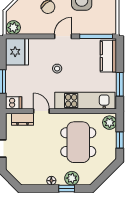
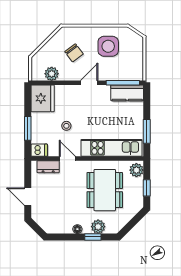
plant: (13, 28) -> (52, 74), moved
kitchen counter: (108, 56) -> (127, 93), moved, turned -90
stool: (57, 69) -> (66, 126), moved

